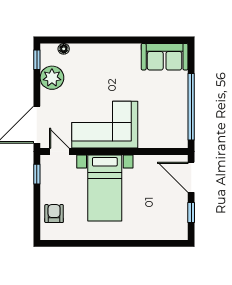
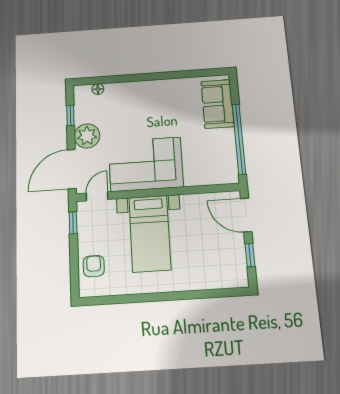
sofa: (165, 57) -> (217, 104), moved, turned 90
window: (37, 60) -> (70, 115), moved
plant: (52, 78) -> (87, 136), moved
door: (59, 152) -> (97, 196), hinge flipped

